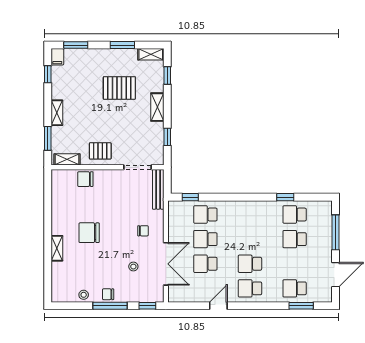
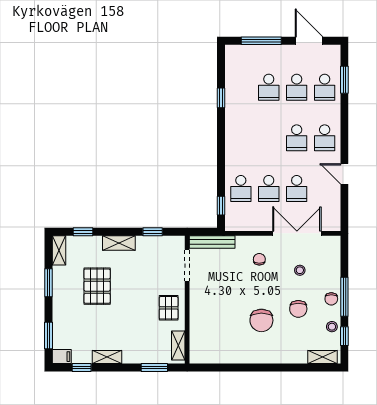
shelving: (57, 113) -> (107, 357), moved
chair: (85, 179) -> (298, 309), moved
school desk: (295, 215) -> (297, 87), moved
shelving: (57, 248) -> (323, 357), moved
window: (147, 306) -> (344, 336), moved

